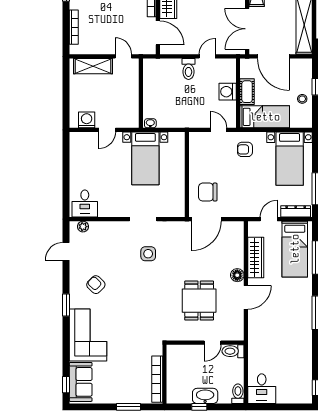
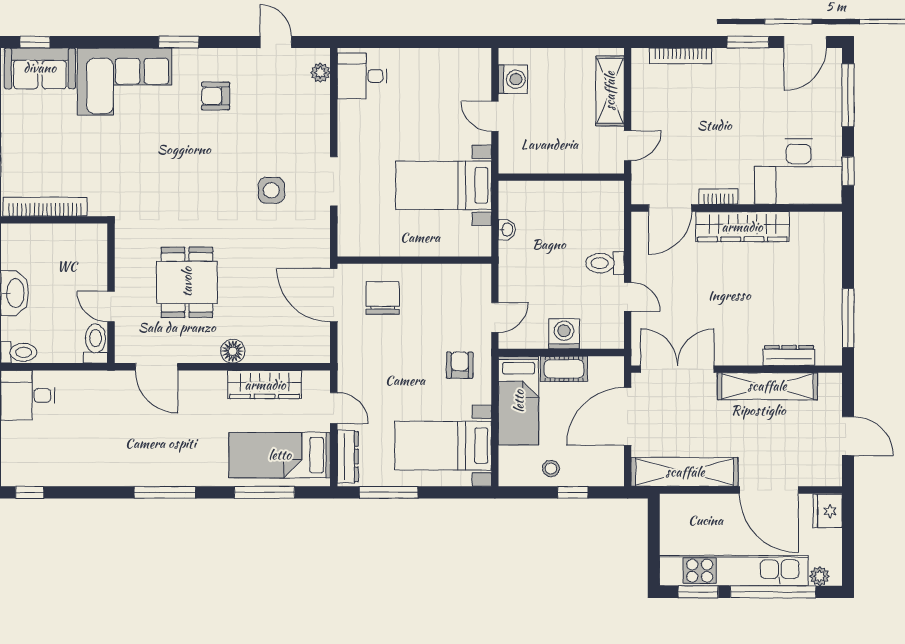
washbasin: (150, 123) -> (507, 230), moved
armchair: (96, 285) -> (216, 96), turned -134
door: (246, 297) -> (157, 367), moved
dining table: (199, 301) -> (187, 282), turned 90

